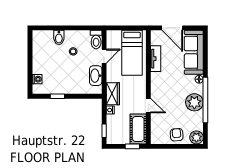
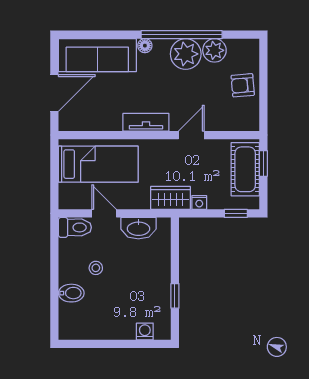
tv unit: (156, 59) -> (146, 122), moved
cot: (138, 129) -> (245, 169), moved, turned 90
plant: (196, 137) -> (214, 50), moved

